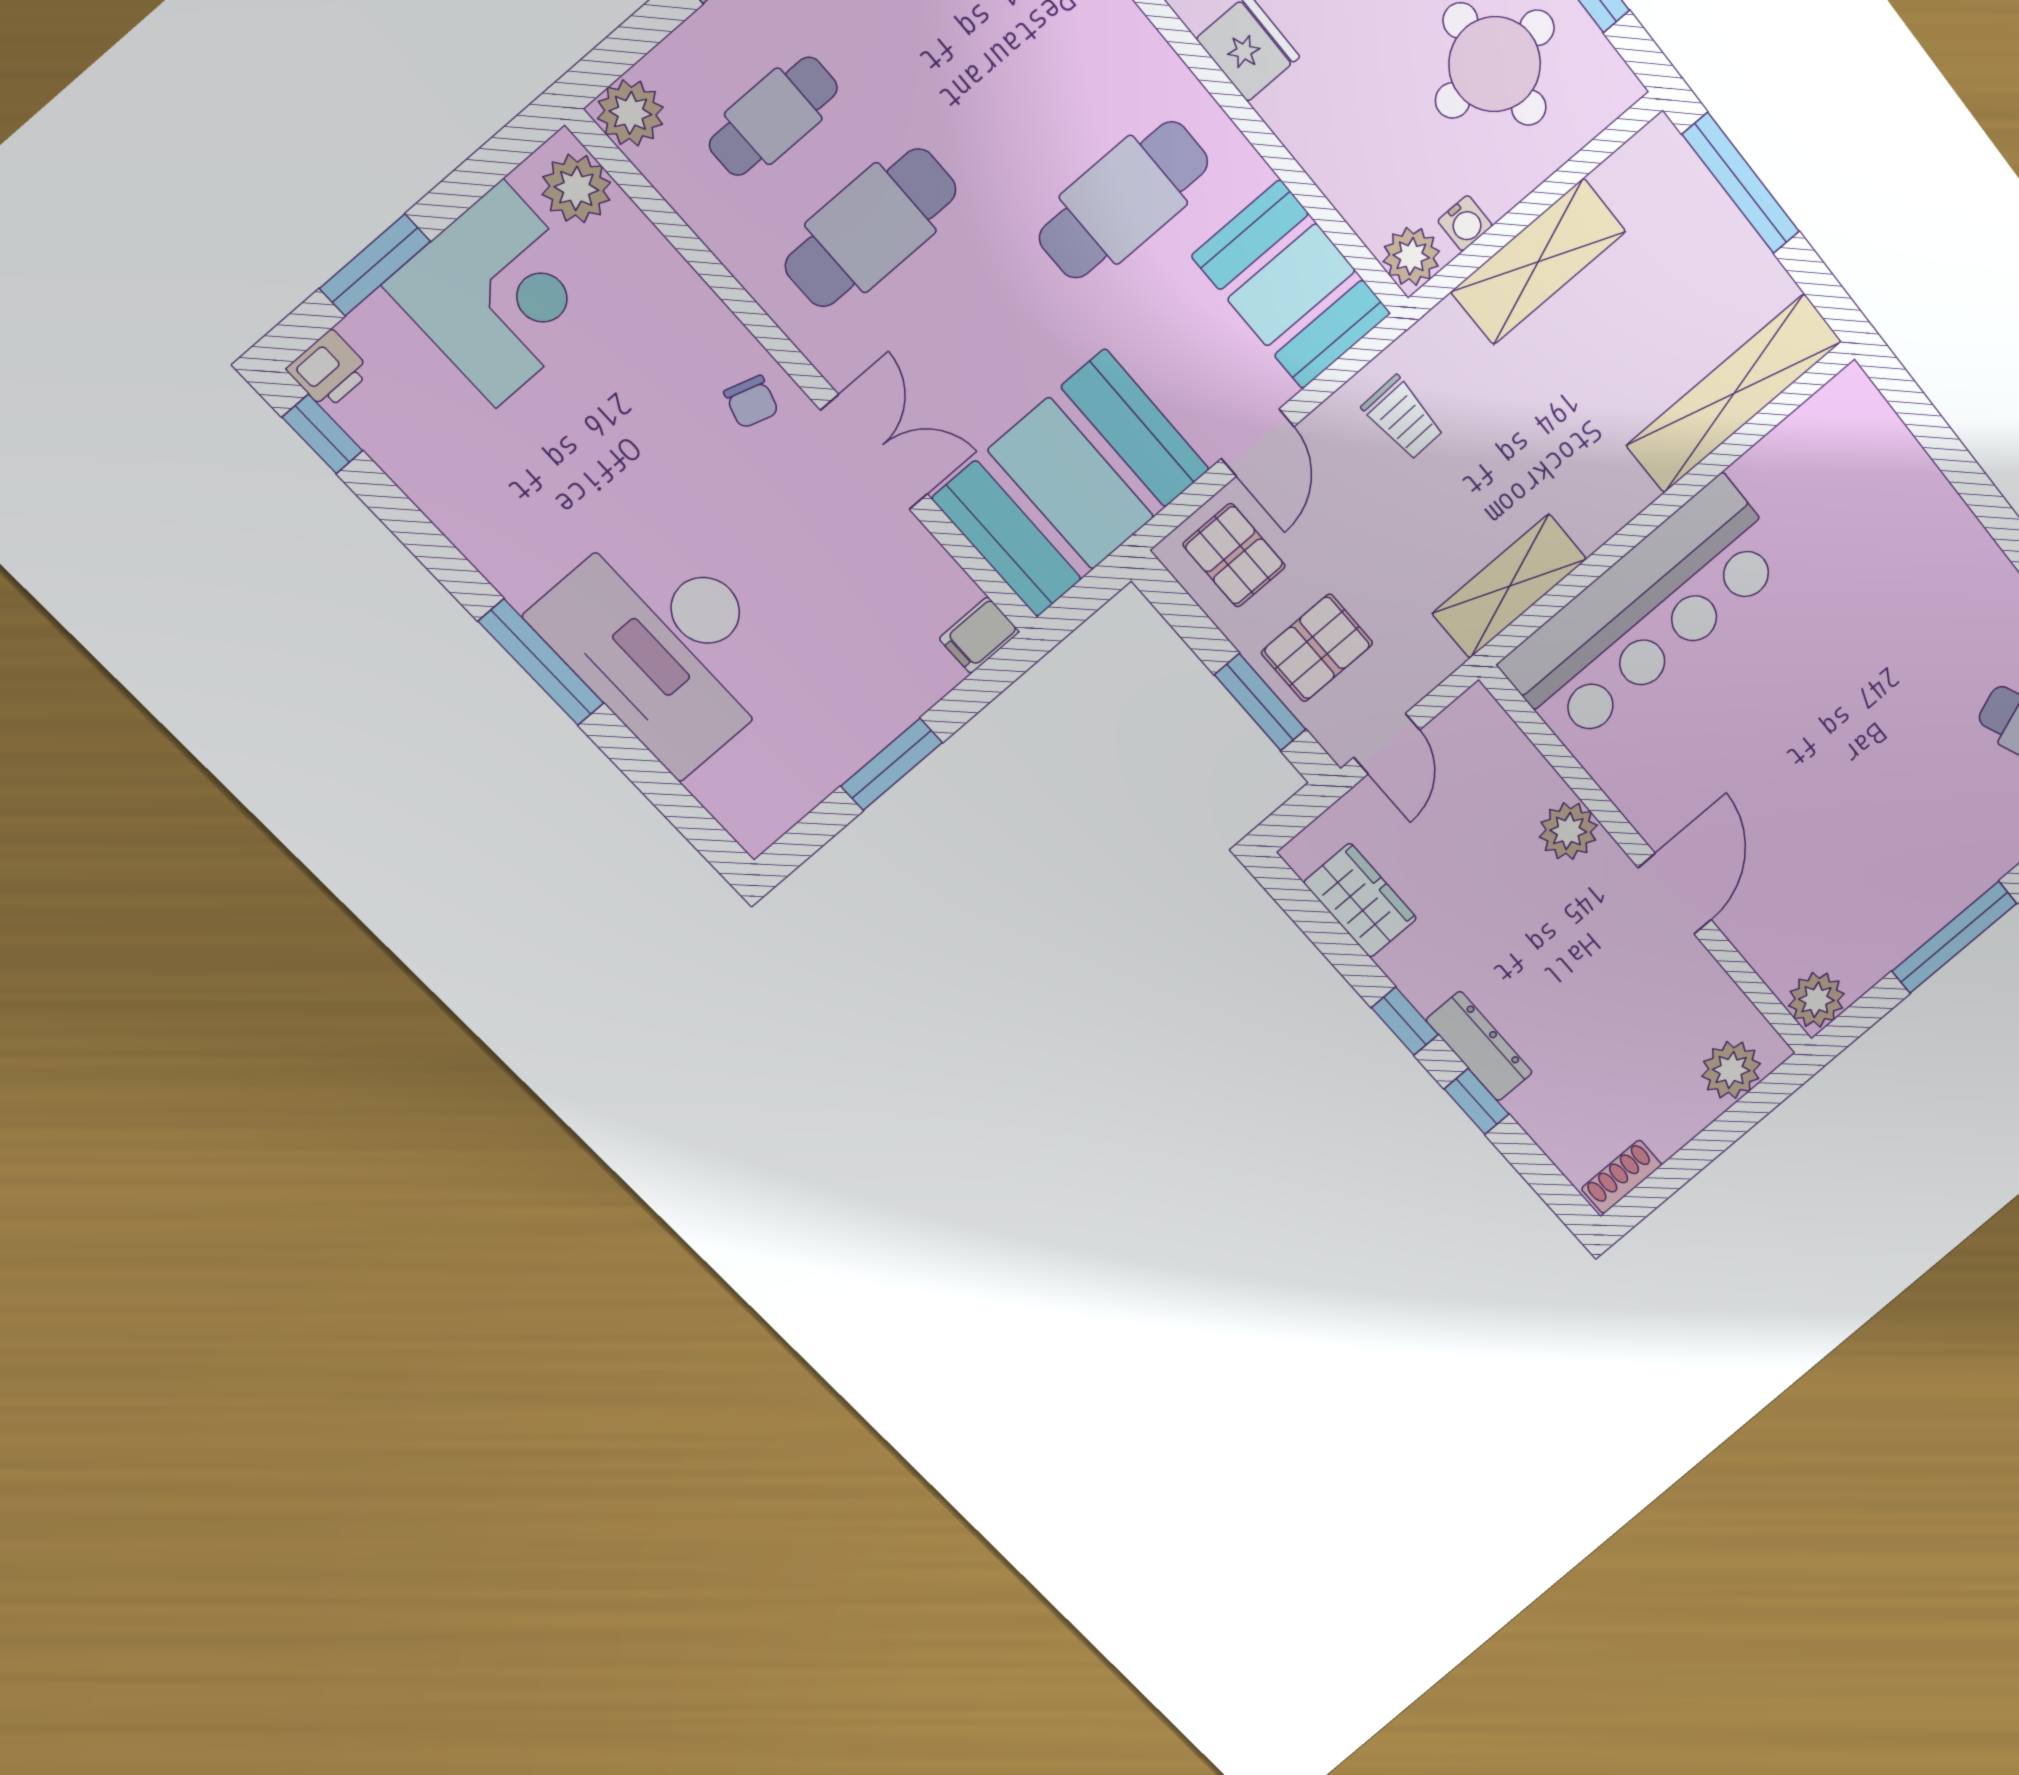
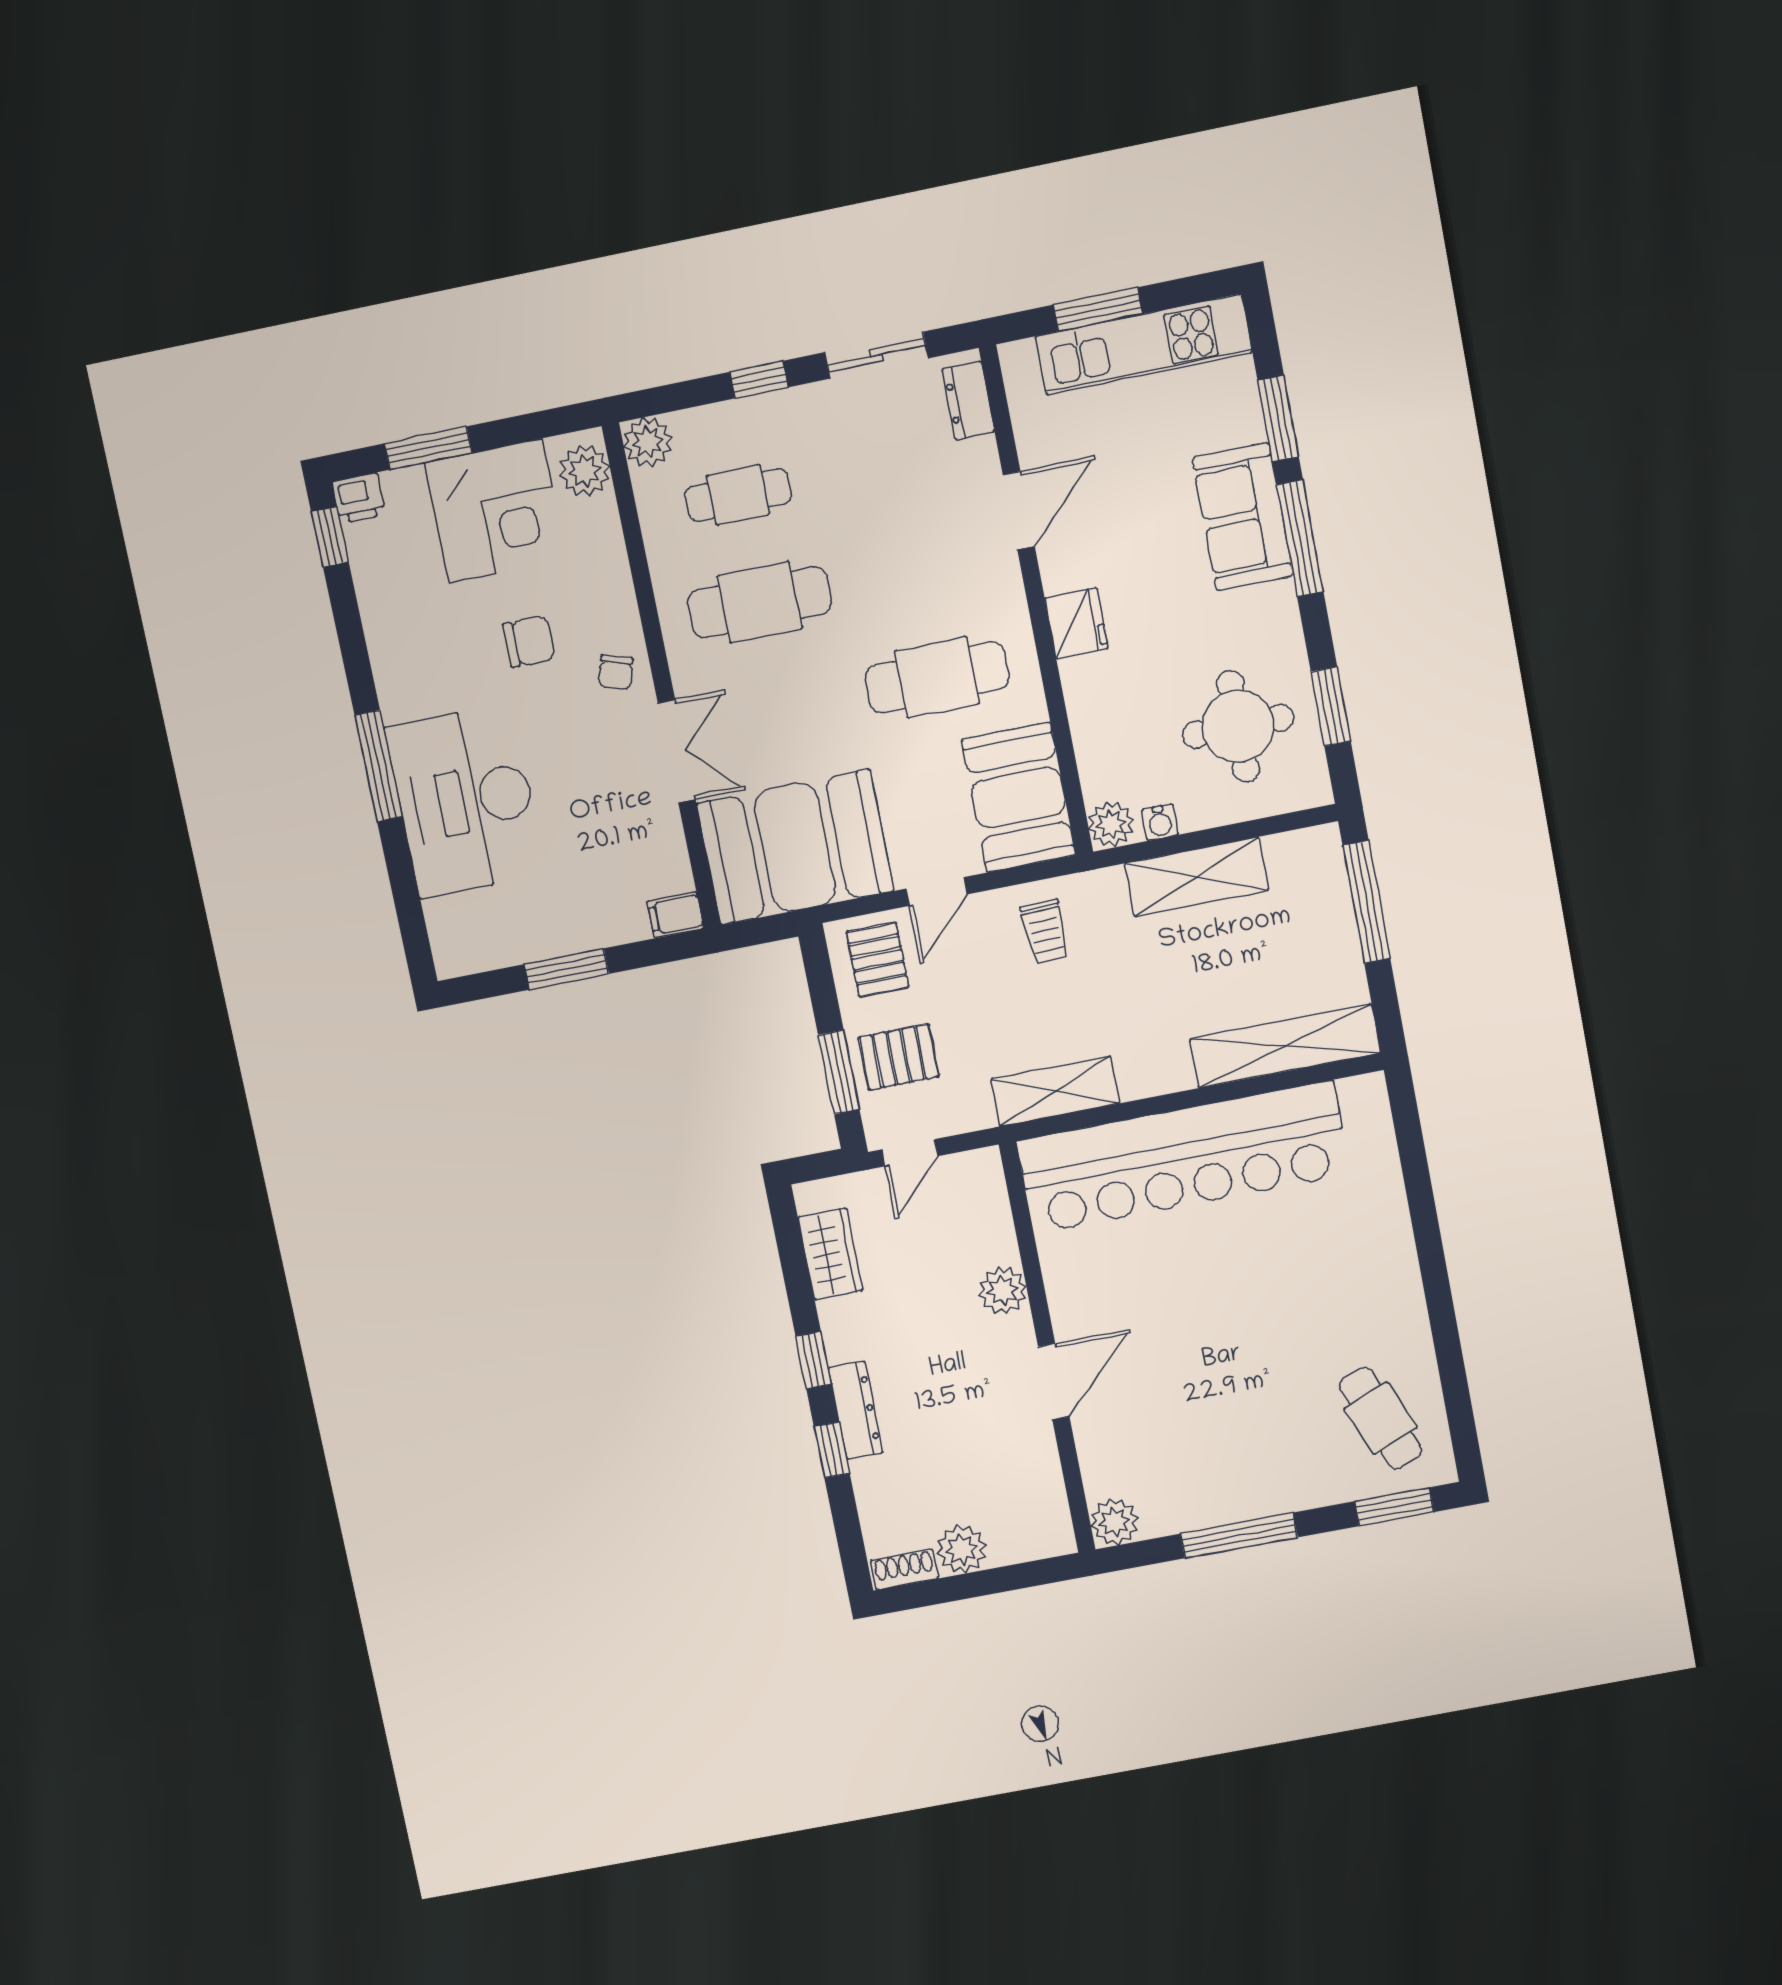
chair: (630, 423) -> (529, 641), added
bar counter: (1646, 613) -> (1183, 1157), width x1.36
plant: (1731, 1070) -> (962, 1549), moved

